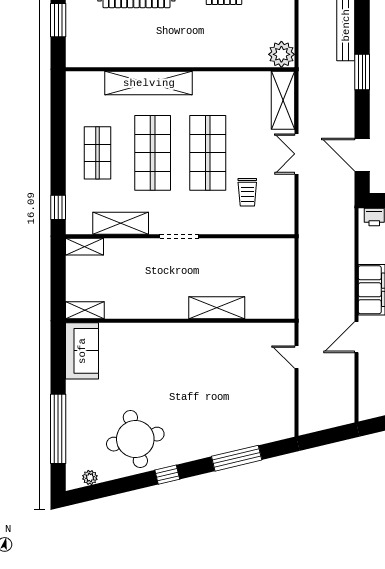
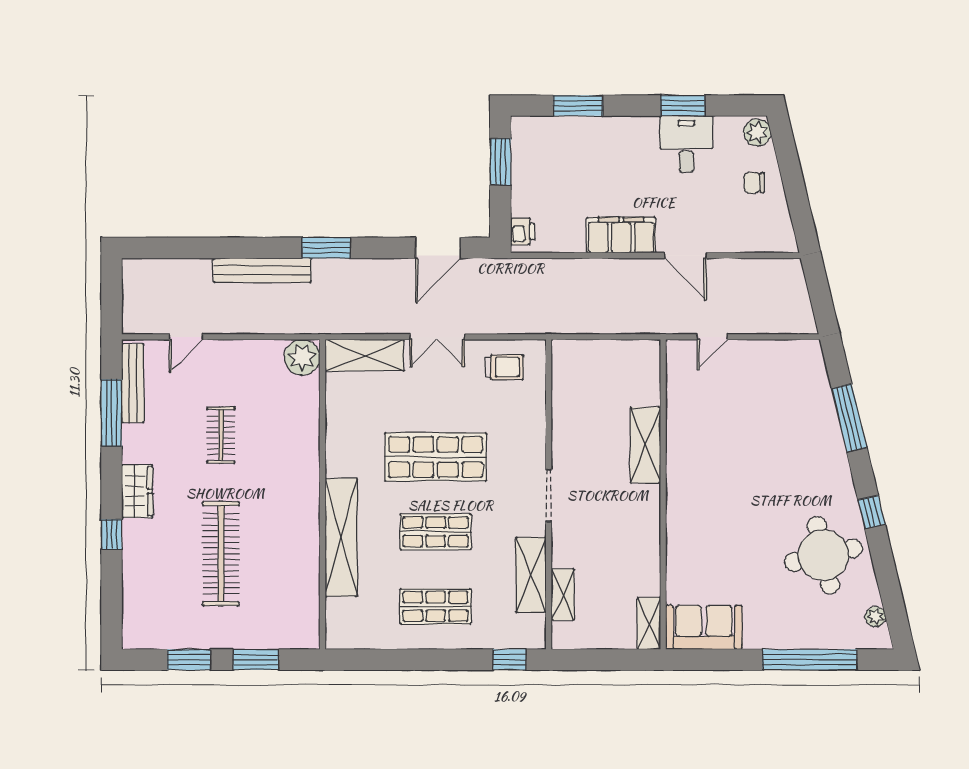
shop shelf: (153, 153) -> (436, 532), width x0.70, depth x0.74
trolley: (247, 192) -> (504, 367), moved
shelving: (85, 247) -> (563, 595), moved

